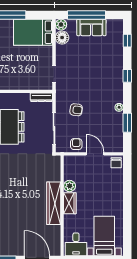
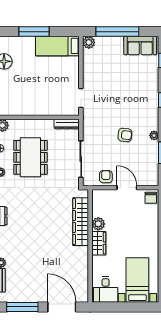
sofa: (91, 27) -> (140, 46), moved
bed: (33, 32) -> (57, 46), width x0.67
floor lamp: (62, 38) -> (90, 57), removed
armchair: (76, 110) -> (125, 135), moved
wardrobe: (54, 203) -> (81, 222), moved

